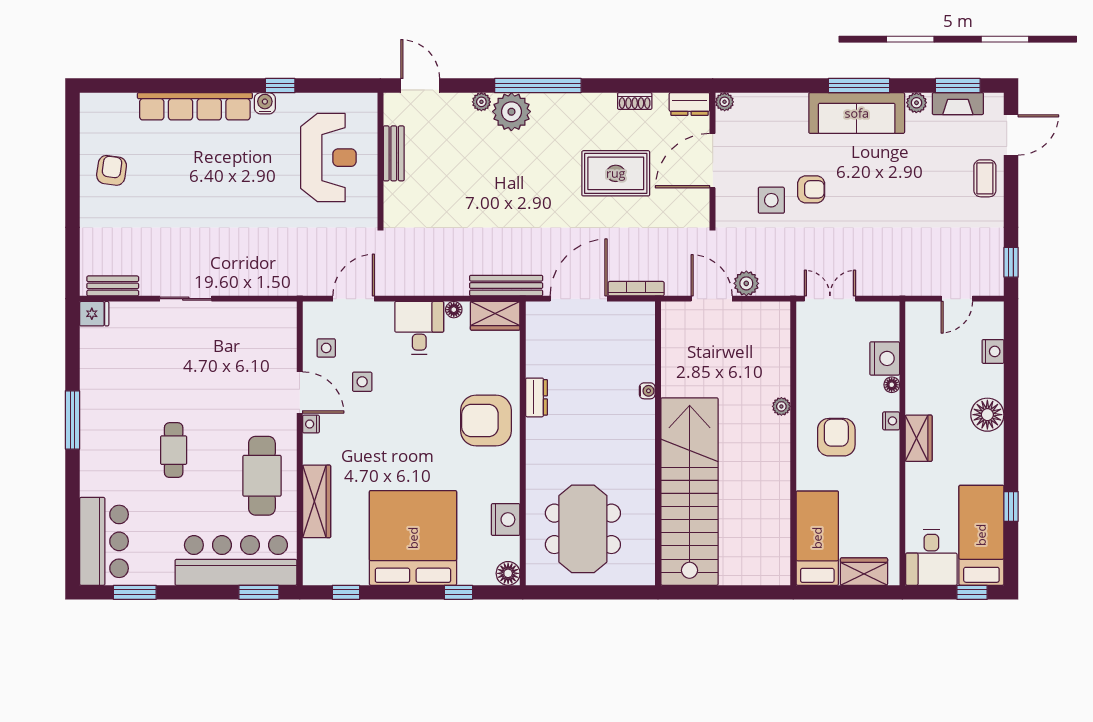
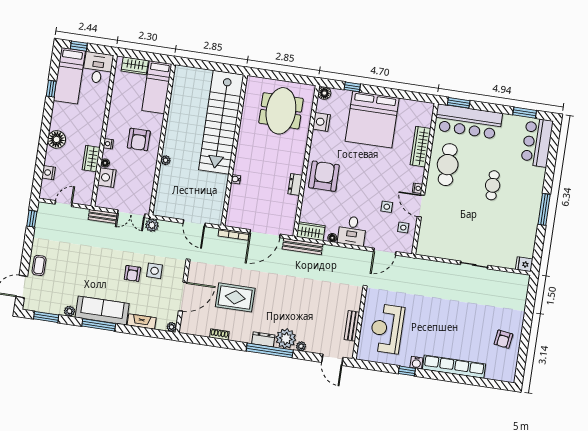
dresser: (689, 104) -> (263, 339), moved
fireplace: (958, 104) -> (142, 321), moved
armchair: (811, 189) -> (132, 273), turned -90
plant: (746, 283) -> (152, 225), moved
bench: (113, 286) -> (103, 216), moved
armchair: (486, 421) -> (324, 176), turned -90
wardrobe: (919, 438) -> (91, 159), moved
window: (346, 592) -> (412, 96), removed

